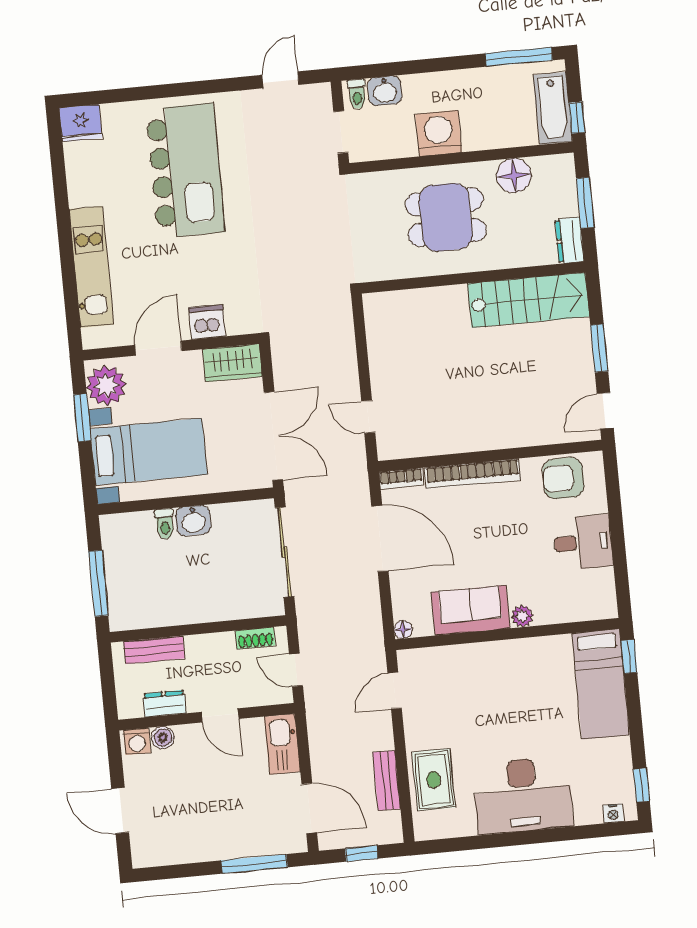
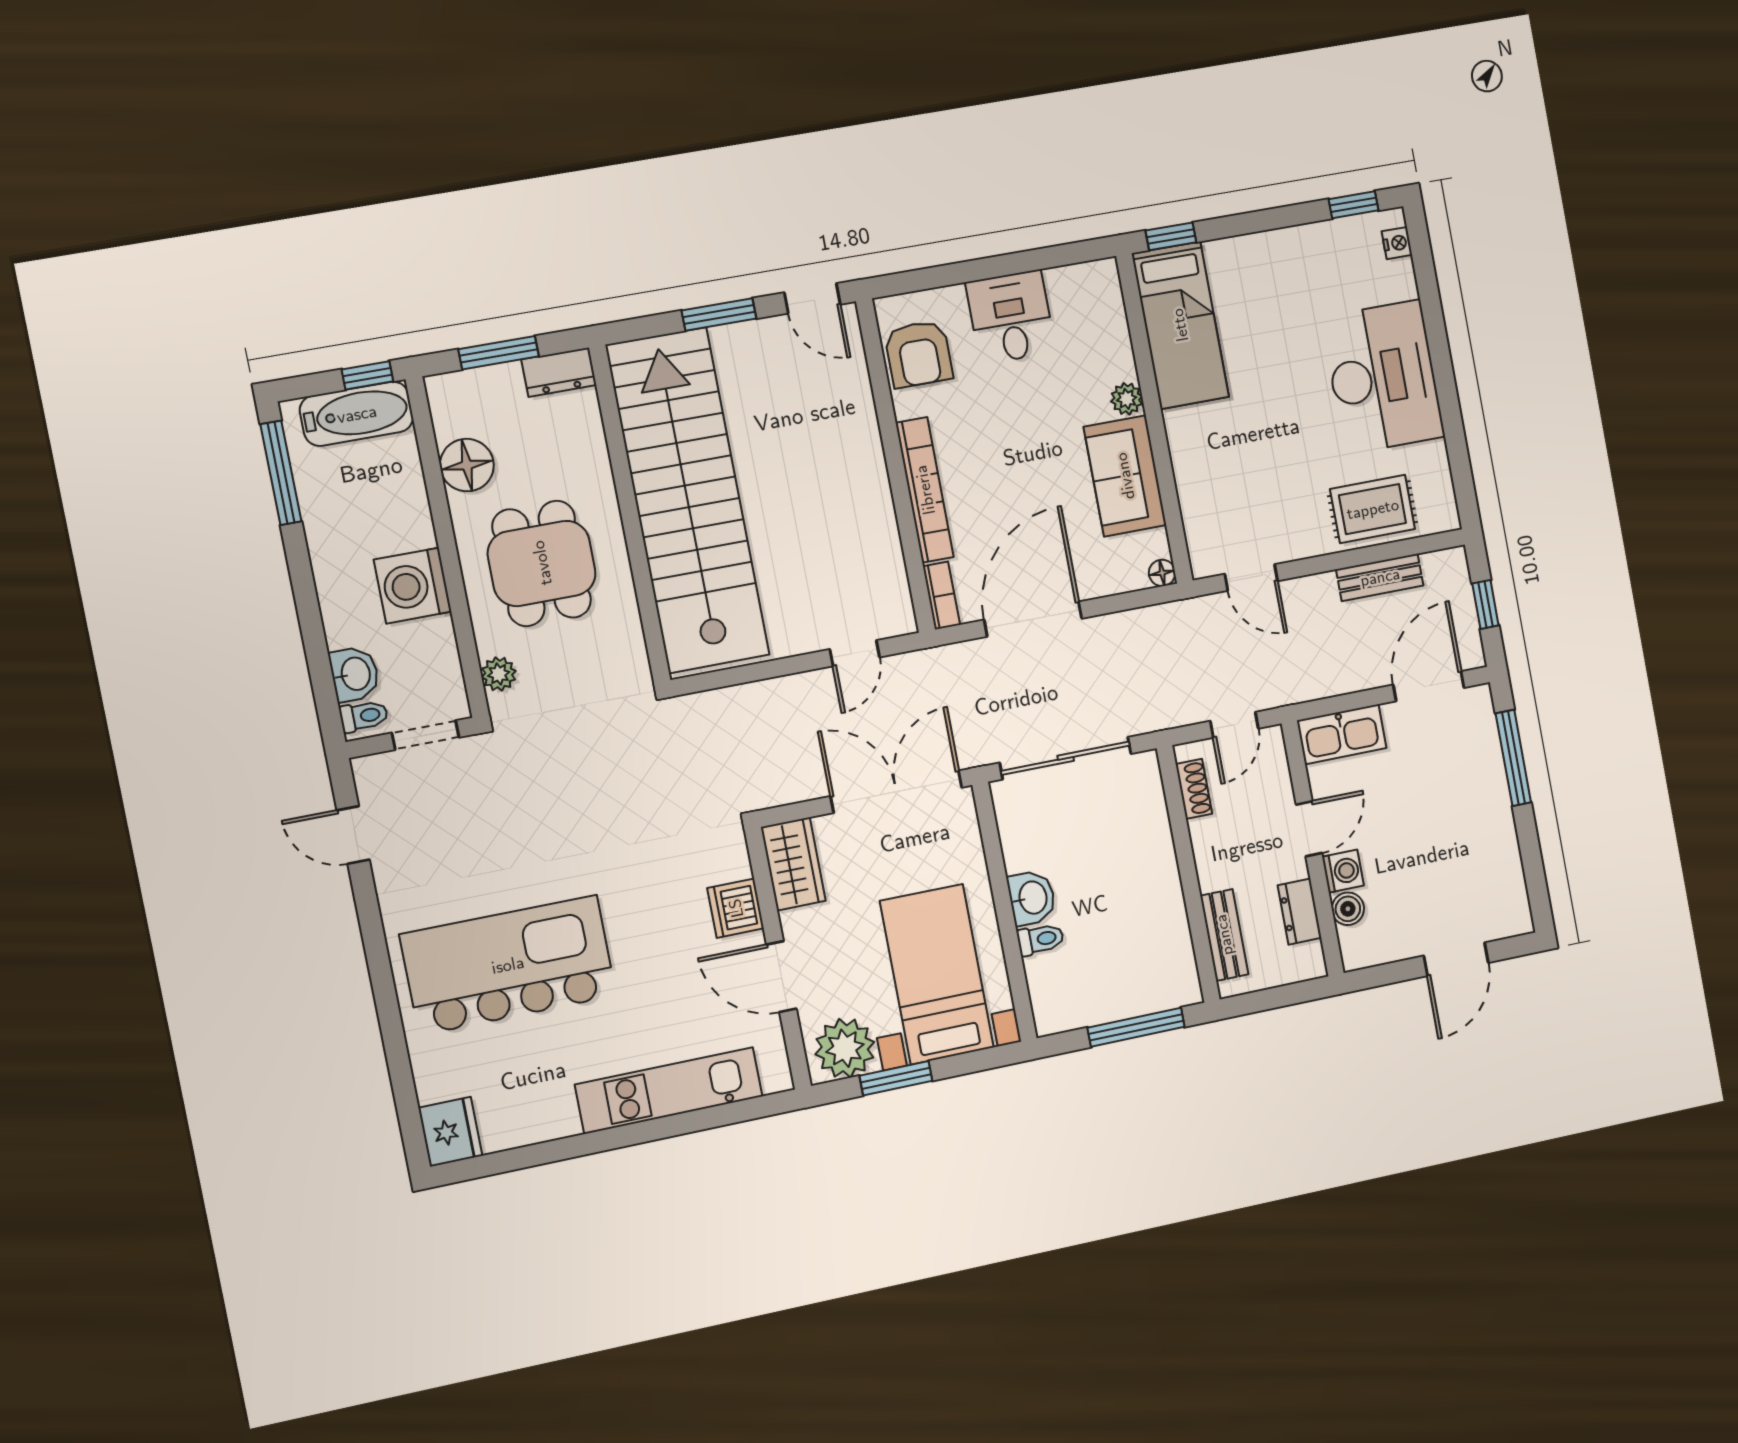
plant: (376, 183) -> (499, 674), added
stairs: (528, 300) -> (688, 500), width x1.86, depth x1.51
bed: (601, 684) -> (1180, 325), moved, turned 90
washing machine: (137, 741) -> (1343, 871), moved

